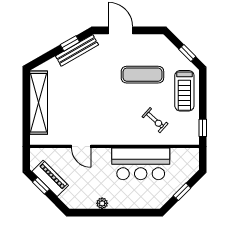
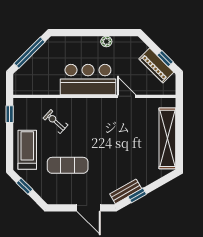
bench: (77, 50) -> (126, 191), width x0.73
bar counter: (141, 164) -> (88, 80), moved
window: (182, 192) -> (30, 53), width x2.17

